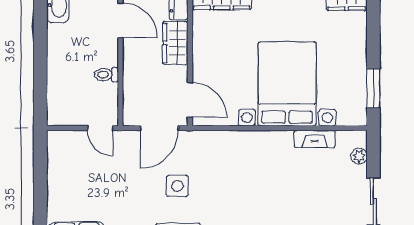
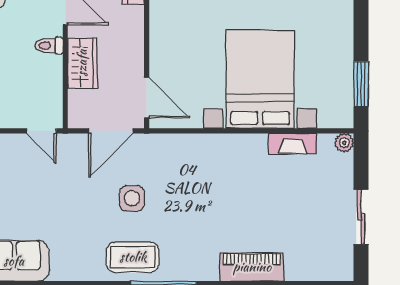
wardrobe: (175, 43) -> (82, 63), moved, turned 180
toilet: (106, 75) -> (49, 46), moved
plant: (359, 156) -> (344, 143), moved

